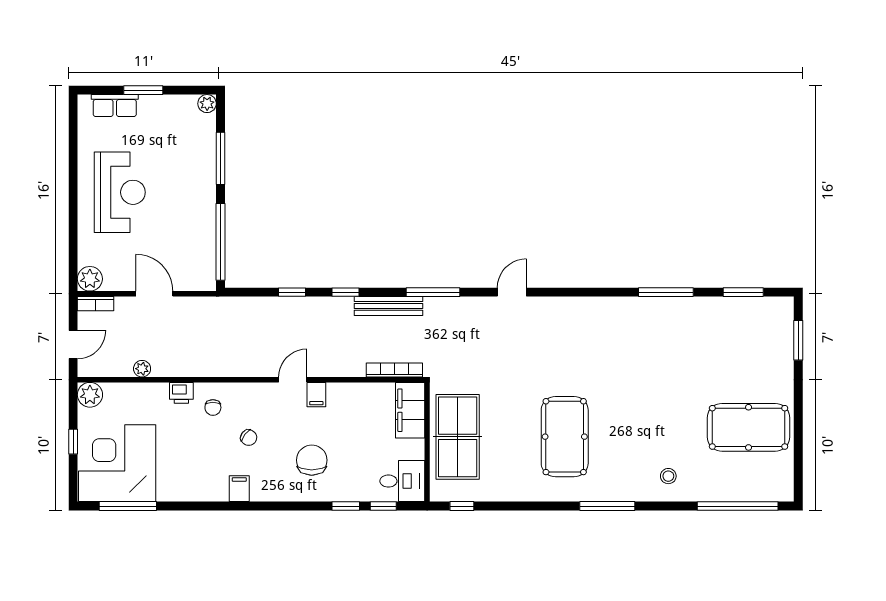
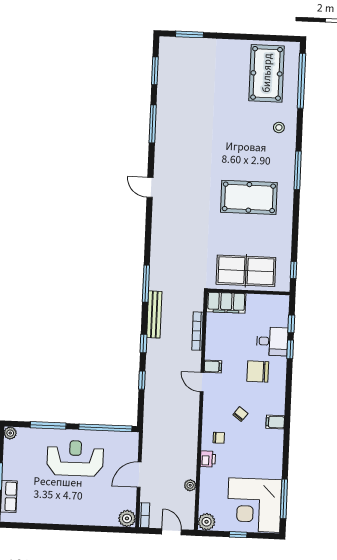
reception desk: (120, 192) -> (75, 458), moved
door: (512, 292) -> (150, 187), moved
bookcase: (394, 370) -> (197, 331), moved
pool table: (749, 427) -> (267, 73), moved
desk: (402, 481) -> (272, 341), moved, turned 90

